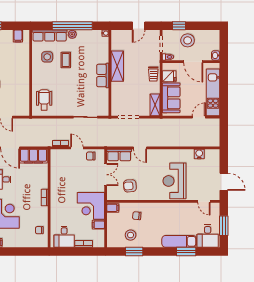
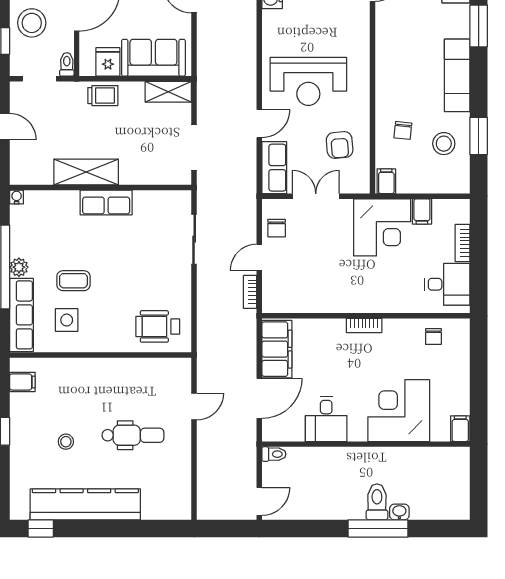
reception desk: (174, 181) -> (308, 81), moved
exam couch: (179, 241) -> (457, 75), moved

